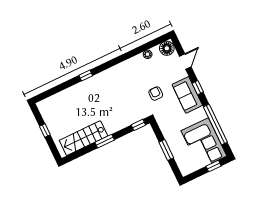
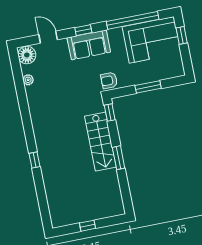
armchair: (156, 94) -> (109, 80), moved
stairs: (83, 138) -> (100, 142), moved

